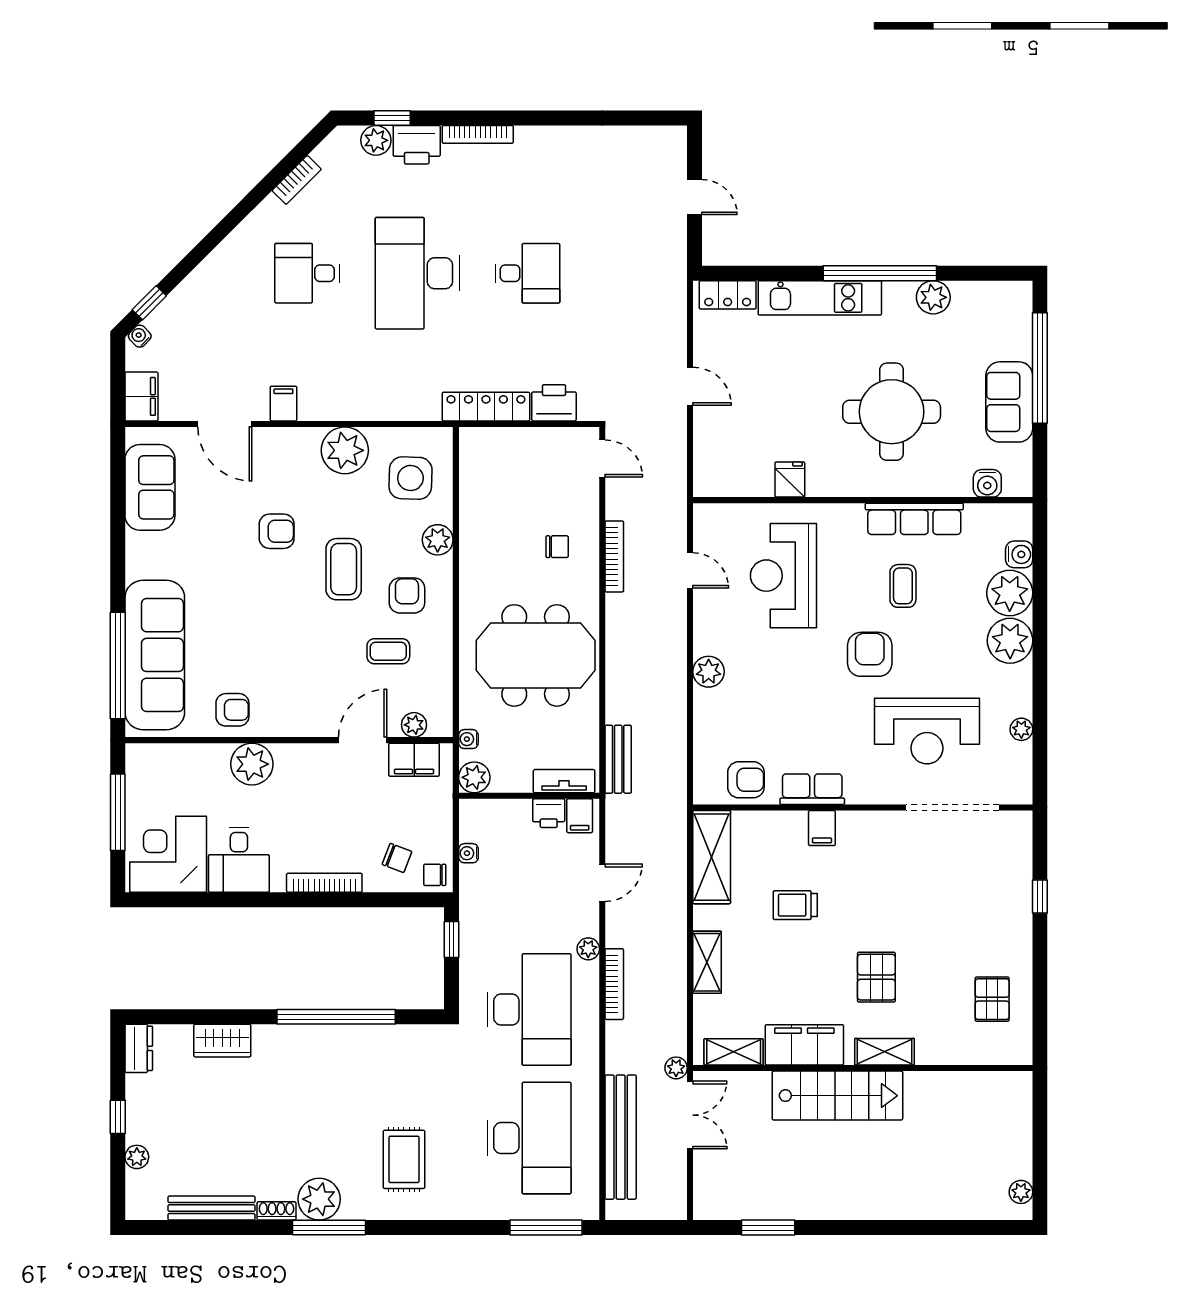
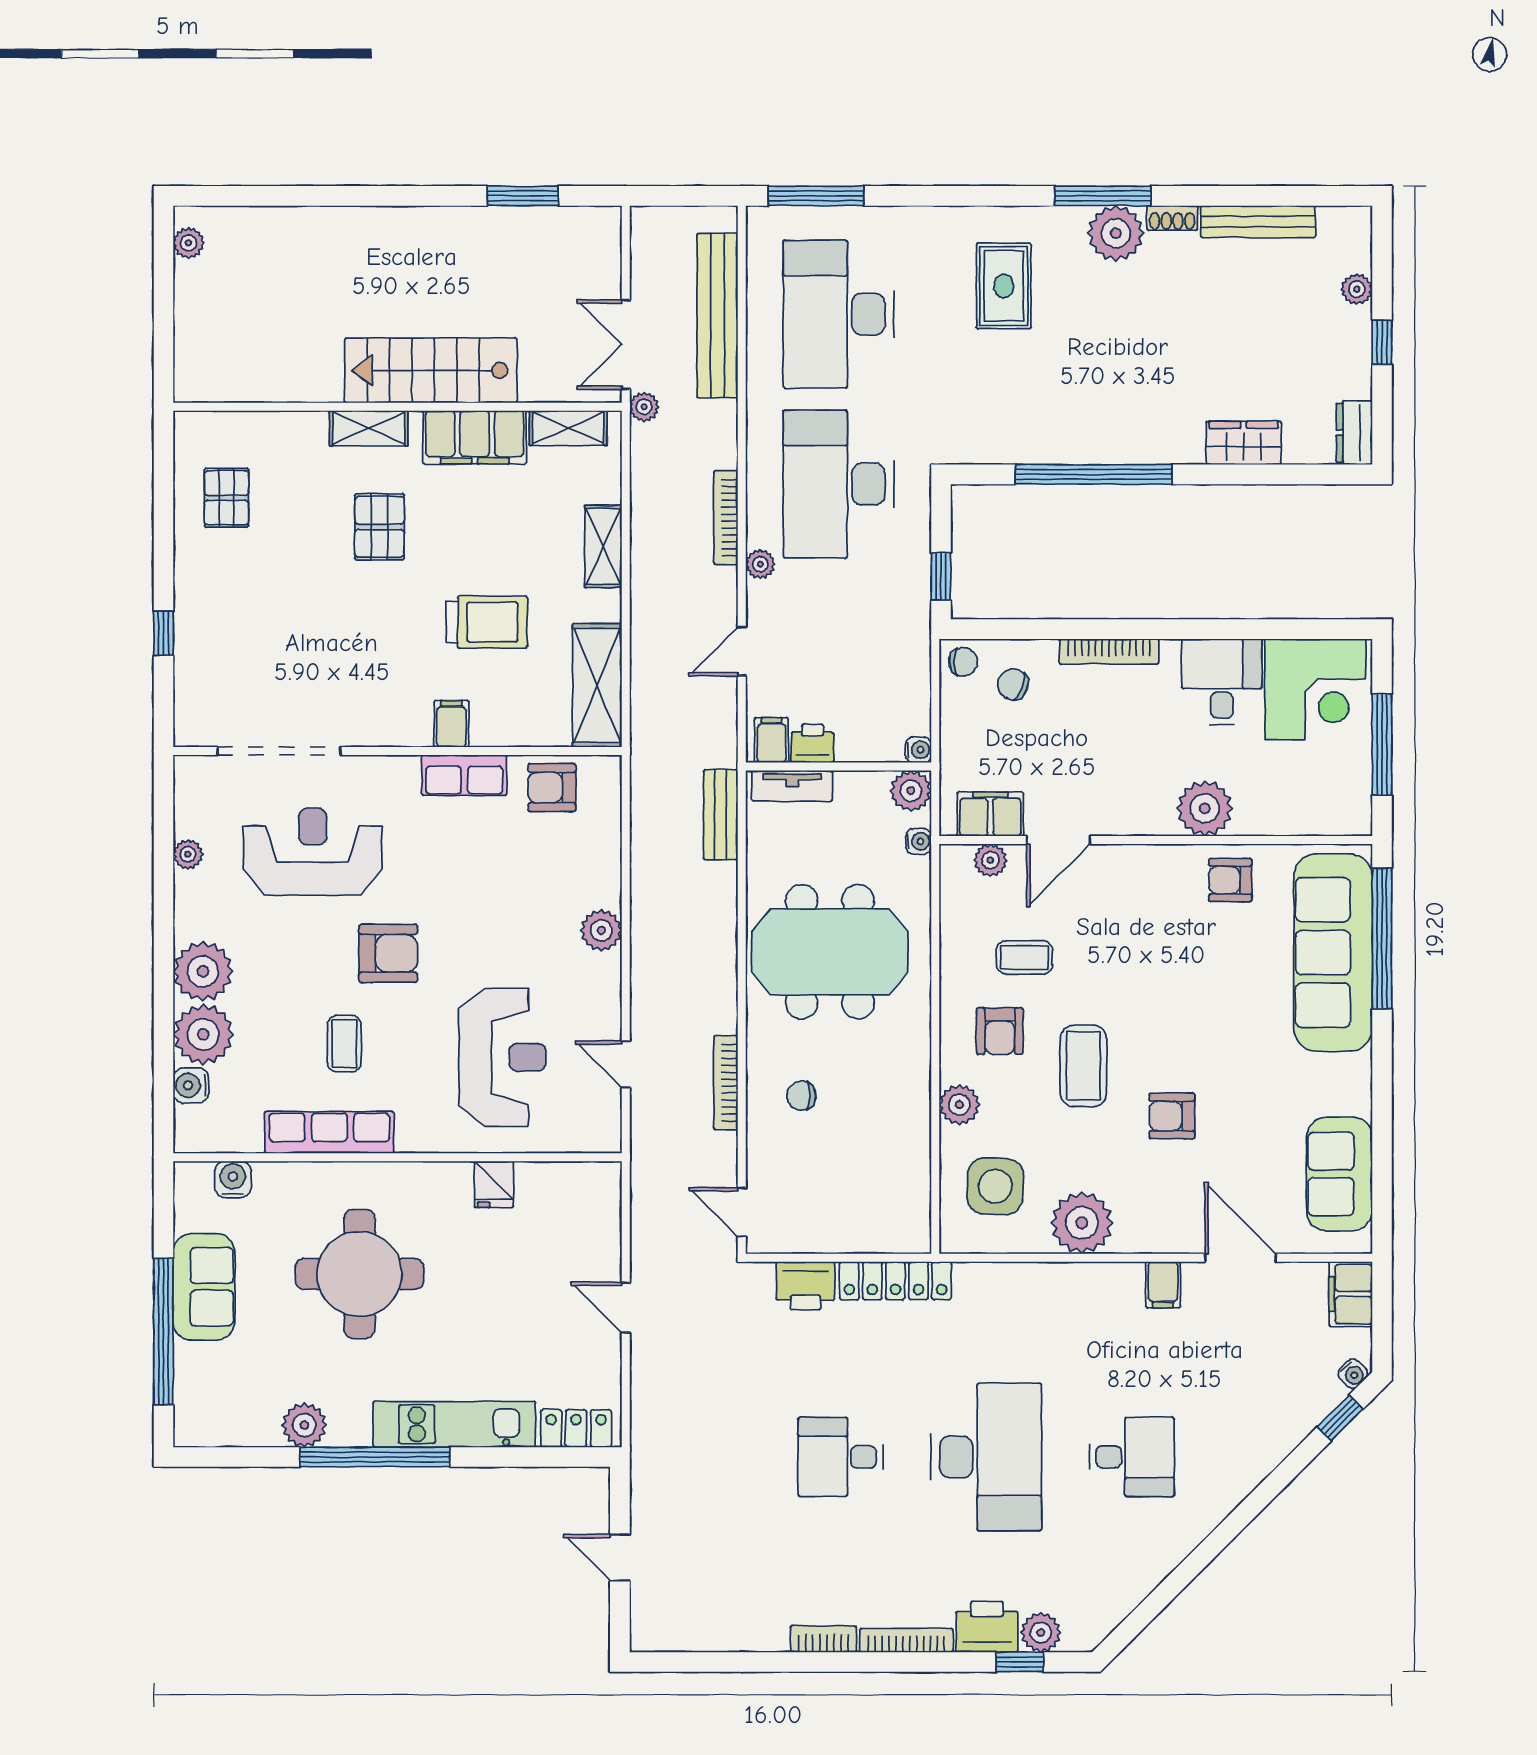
bookcase: (297, 180) -> (823, 1639), moved, turned 45
armchair: (870, 654) -> (388, 953), turned -90
water cooler: (469, 853) -> (918, 750), moved
trolley: (795, 905) -> (487, 622), width x1.36, depth x1.39

